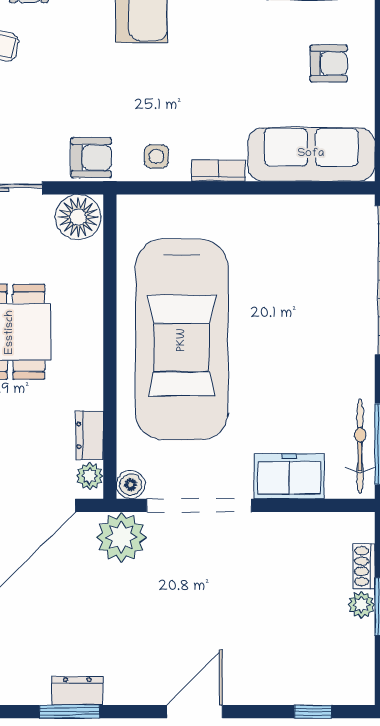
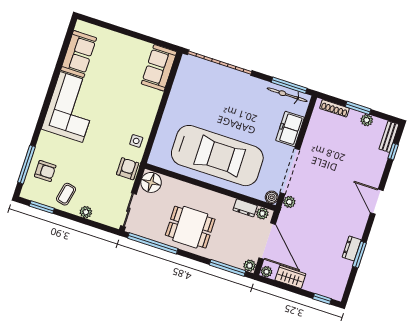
armchair: (329, 63) -> (121, 55), removed
sofa: (311, 154) -> (159, 68), width x0.73
bookcase: (218, 171) -> (151, 117), removed
plant: (121, 537) -> (289, 202), width x0.53, depth x0.53
shoe rack: (364, 566) -> (335, 108), width x1.43
plant: (361, 605) -> (367, 120), moved
bench: (341, 692) -> (389, 137), added

